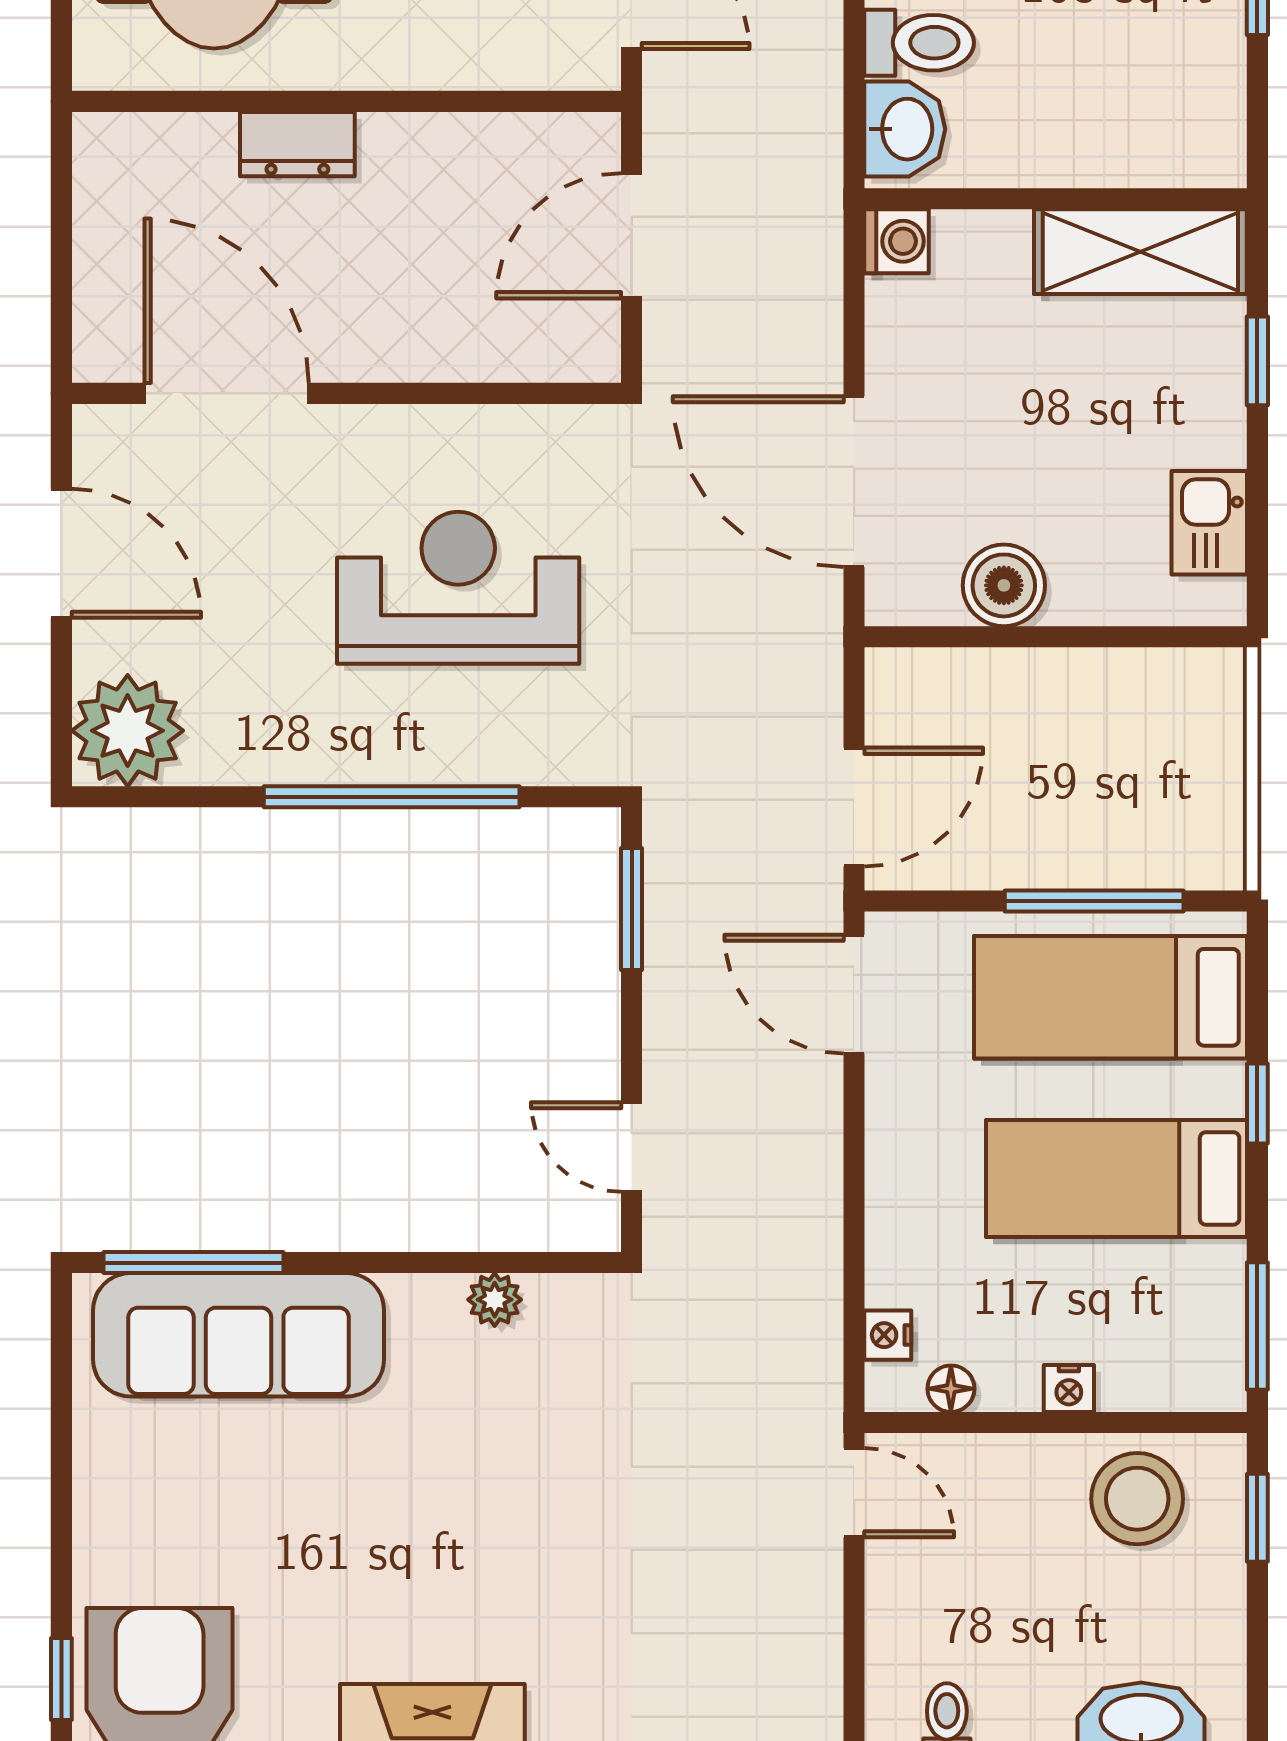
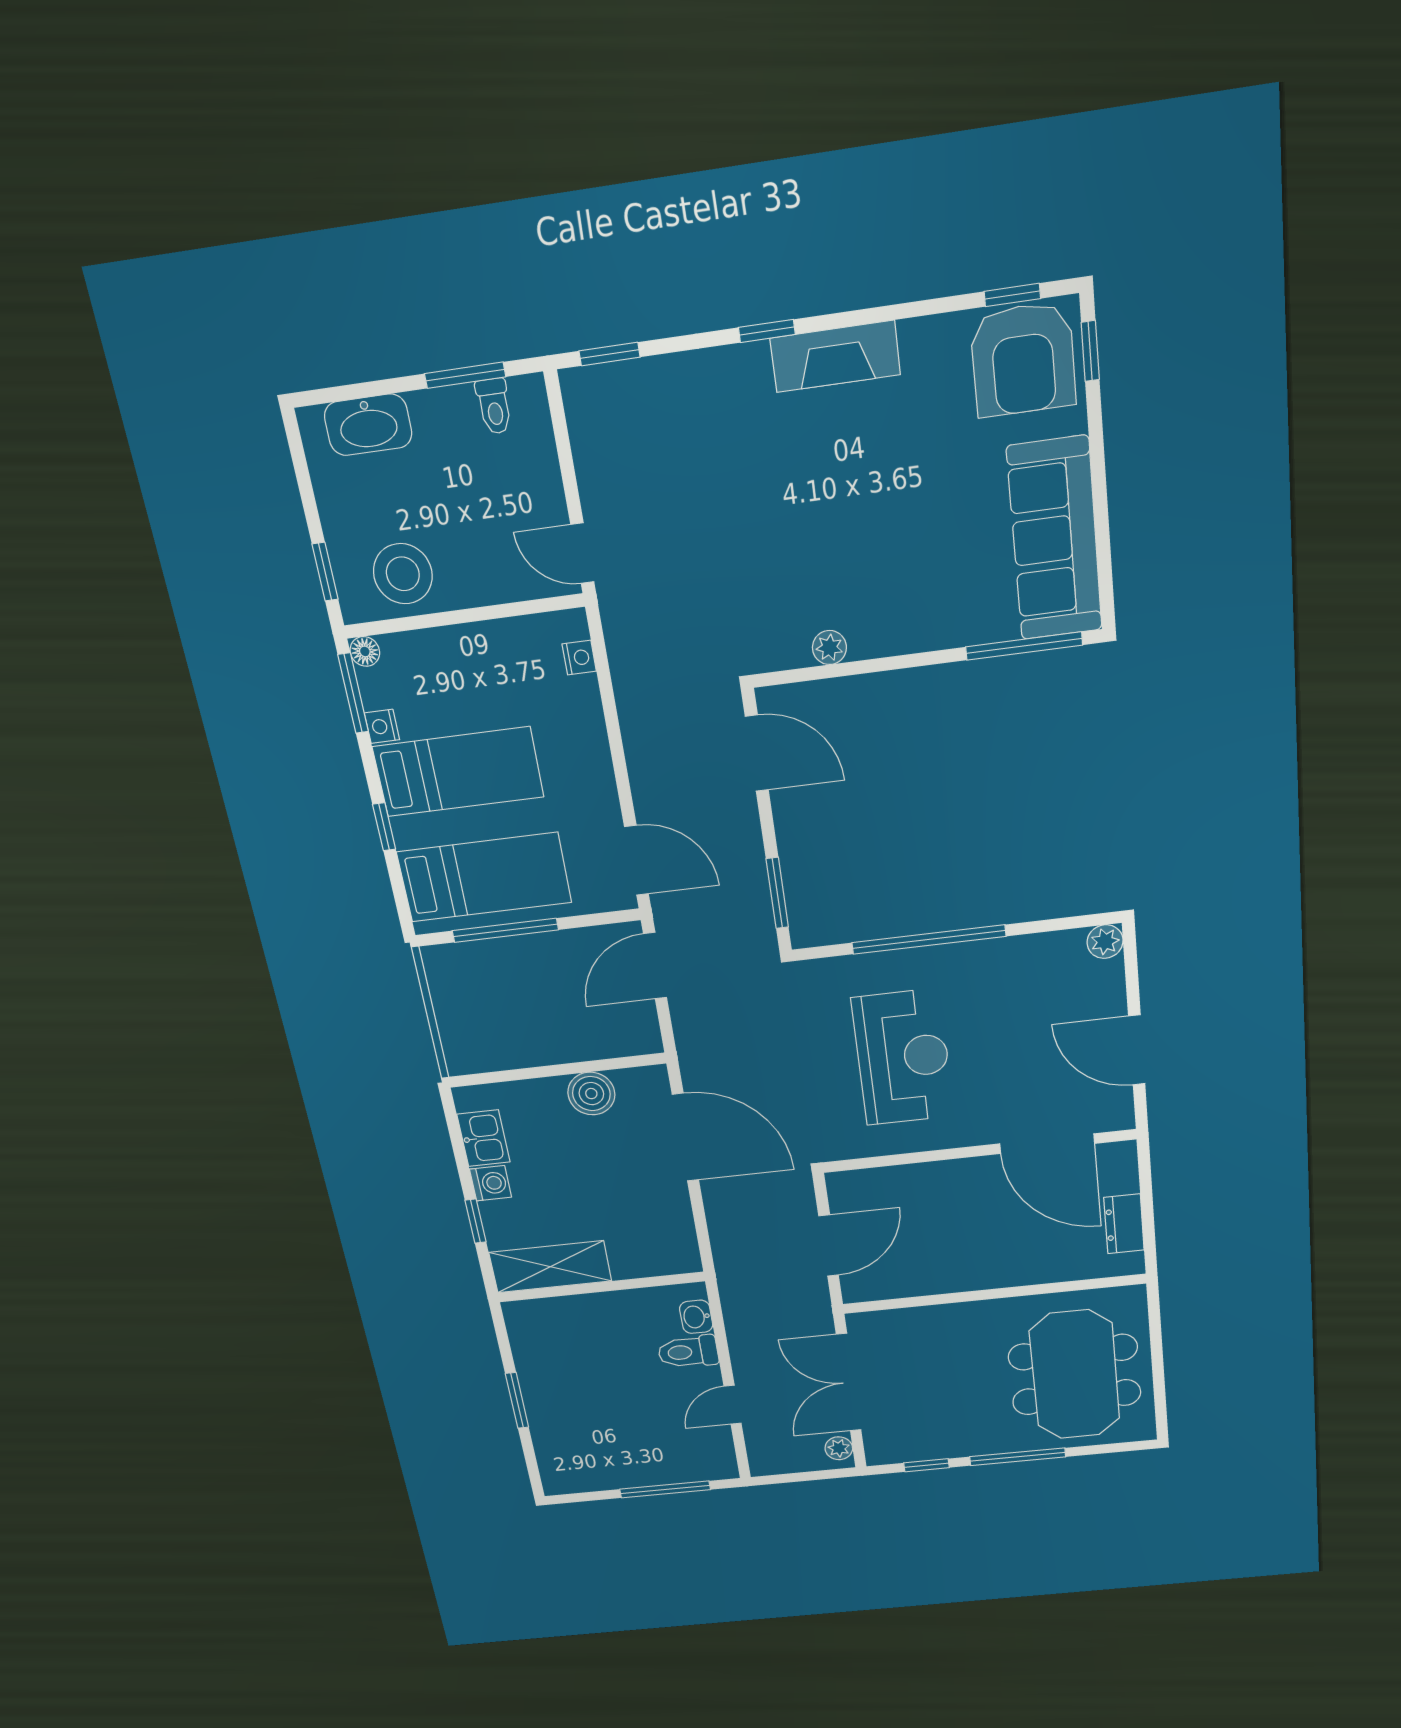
washbasin: (905, 129) -> (696, 1317), width x0.72, depth x0.69
dresser: (297, 144) -> (1124, 1224), moved, turned -90
washing machine: (897, 241) -> (491, 1183), moved, turned 180
reception desk: (458, 588) -> (903, 1057), turned -90
plant: (128, 731) -> (1105, 942), width x0.53, depth x0.53
door: (632, 1147) -> (757, 753), width x1.38
sofa: (239, 1335) -> (1055, 539), moved, turned -90
nightstand: (1069, 1388) -> (382, 726), moved, turned -90
floor lamp: (951, 1389) -> (365, 651), moved

